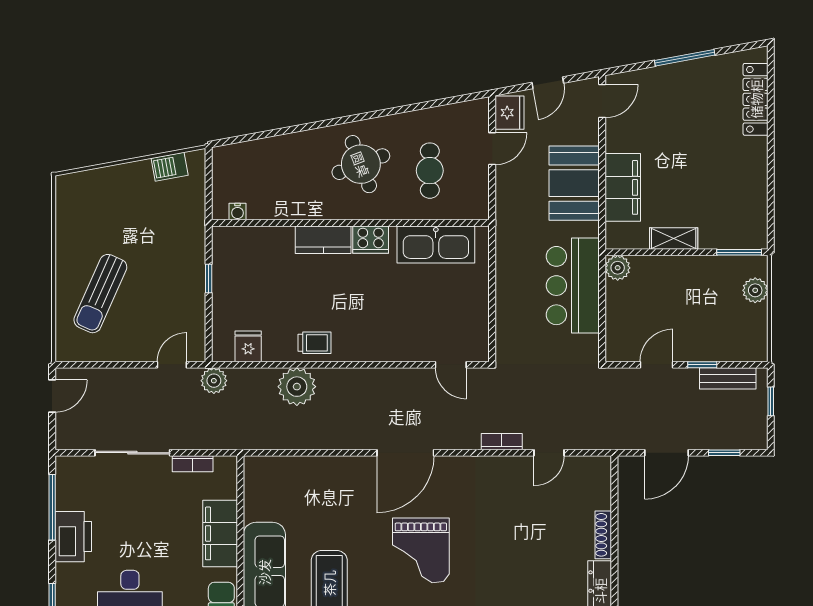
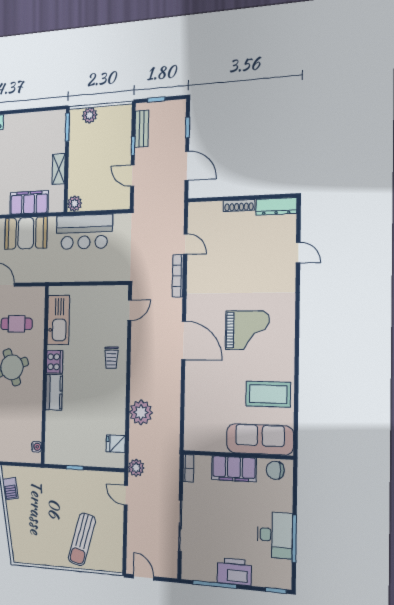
sun lounger: (100, 294) -> (82, 539), turned 81
trolley: (315, 343) -> (111, 358), moved, turned 180
bookcase: (502, 442) -> (178, 276), width x1.56
bookcase: (193, 464) -> (188, 468), moved

